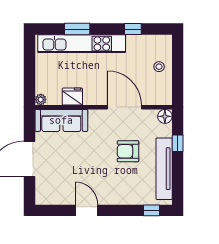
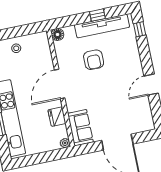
door: (125, 107) -> (60, 84), moved
sofa: (61, 120) -> (80, 128), width x0.73
window: (178, 143) -> (97, 15), moved

